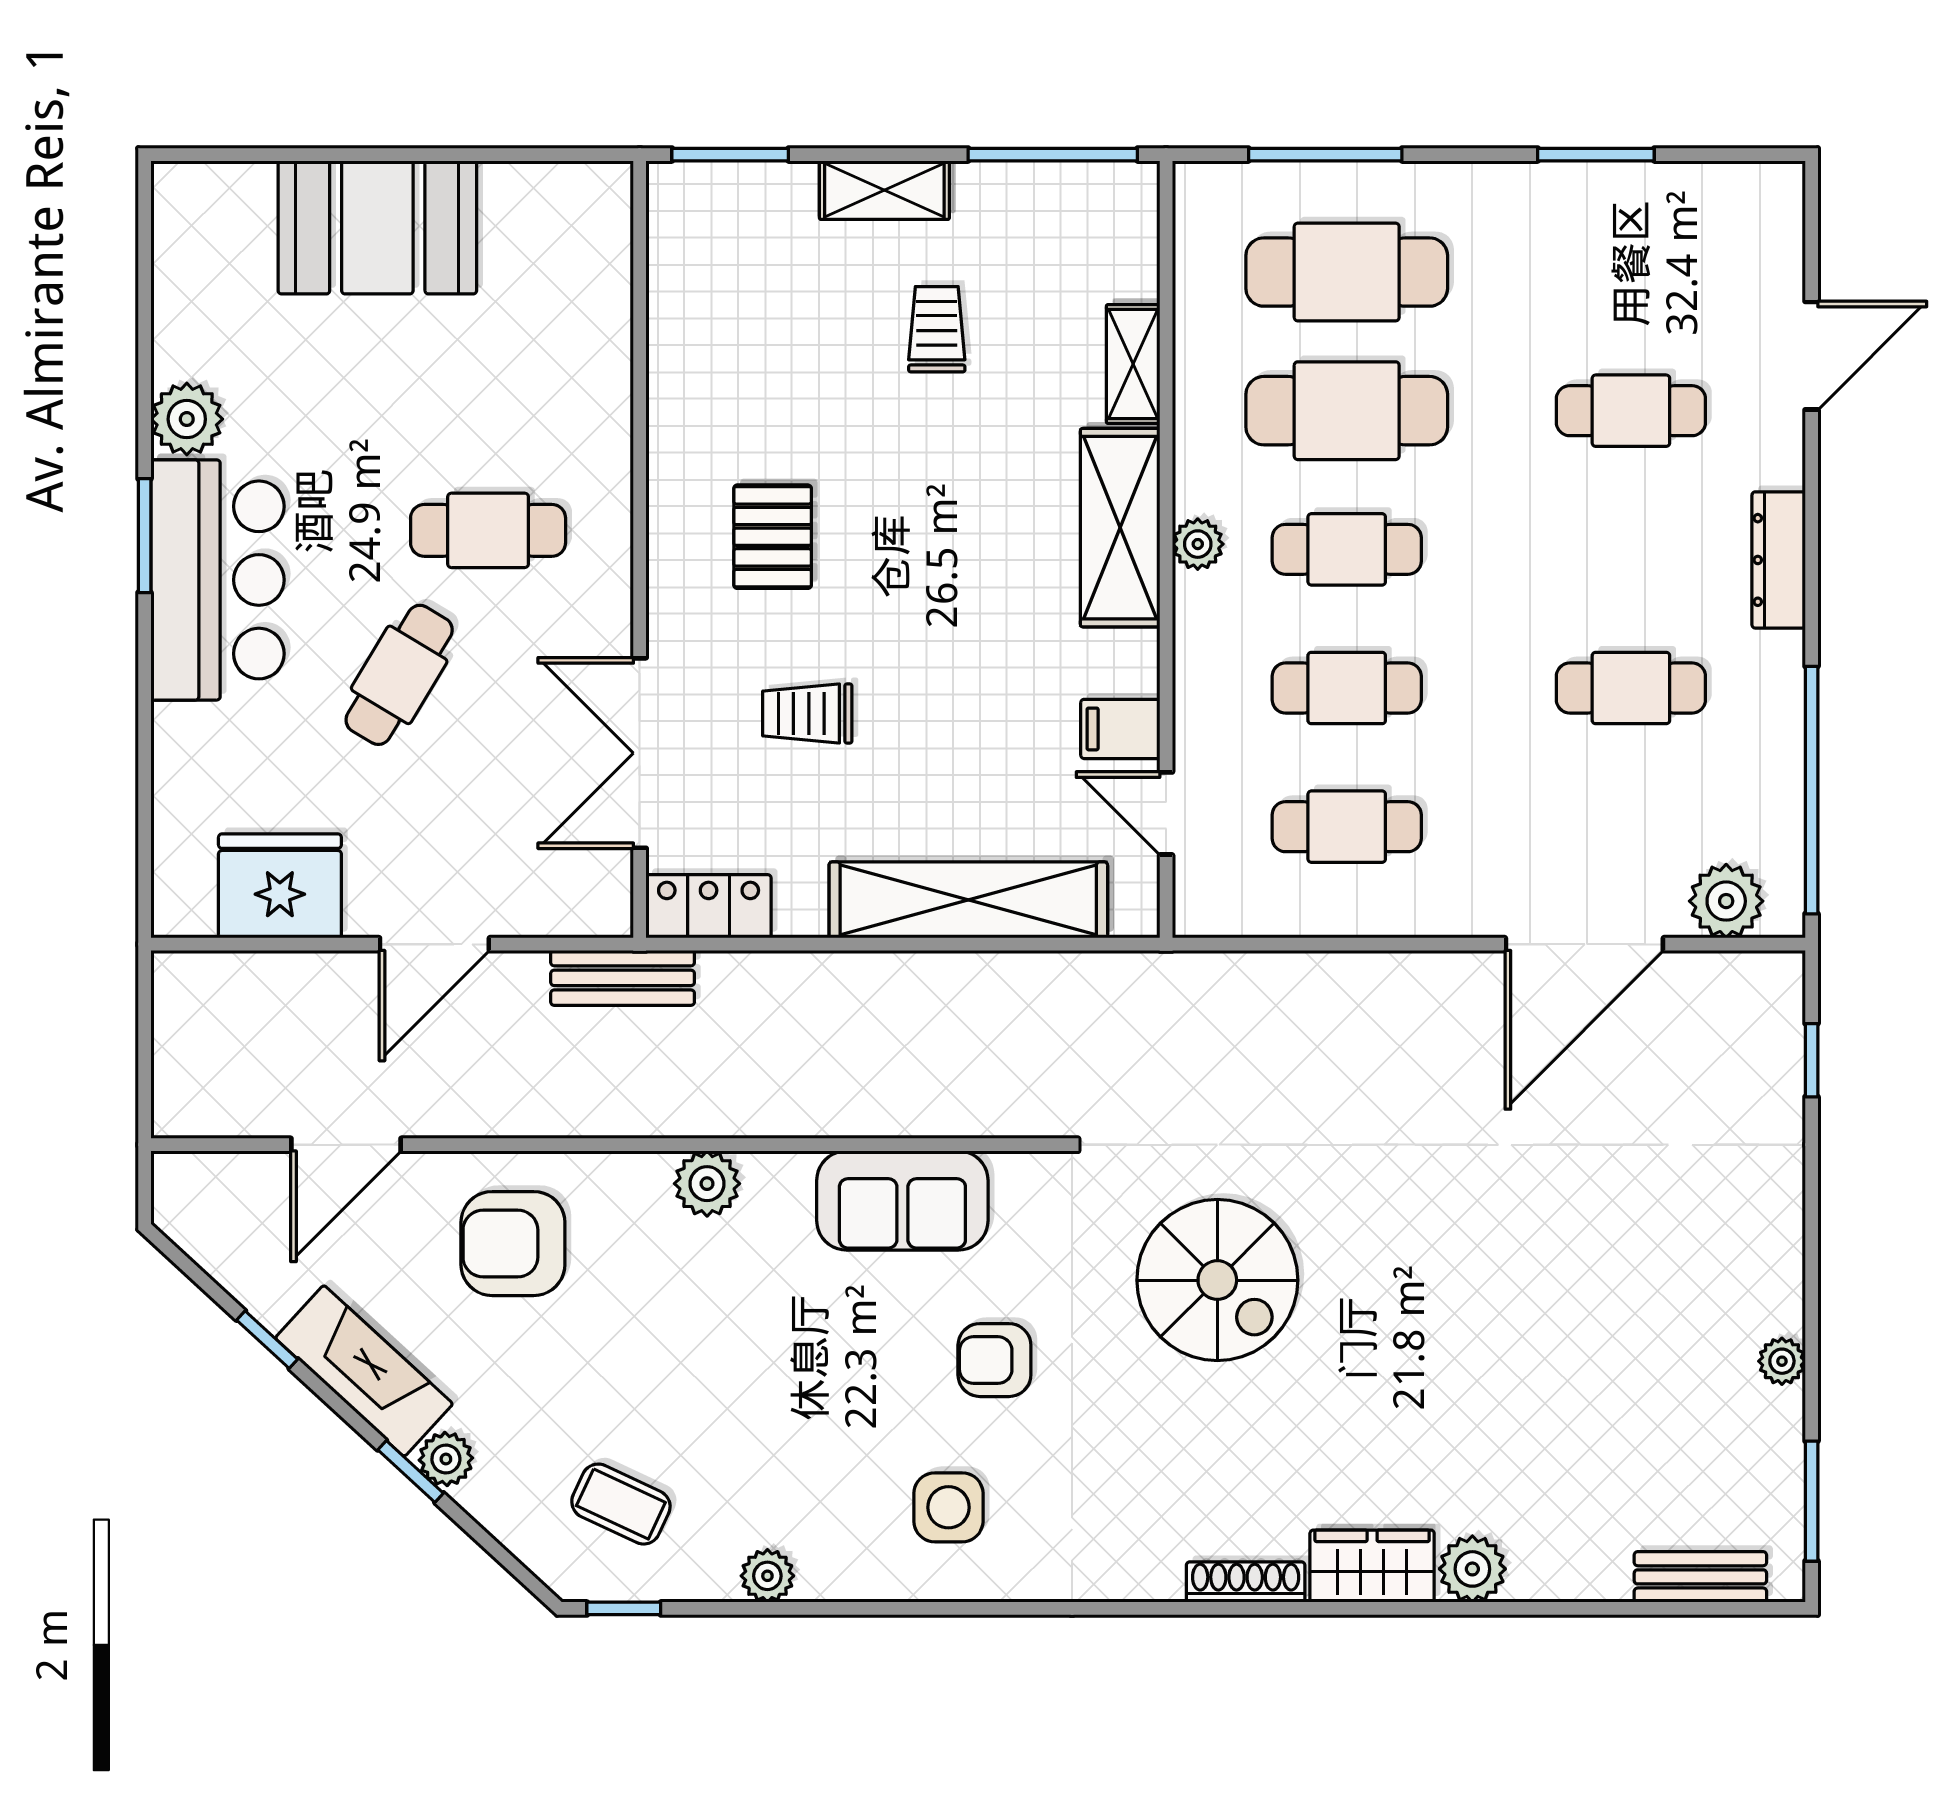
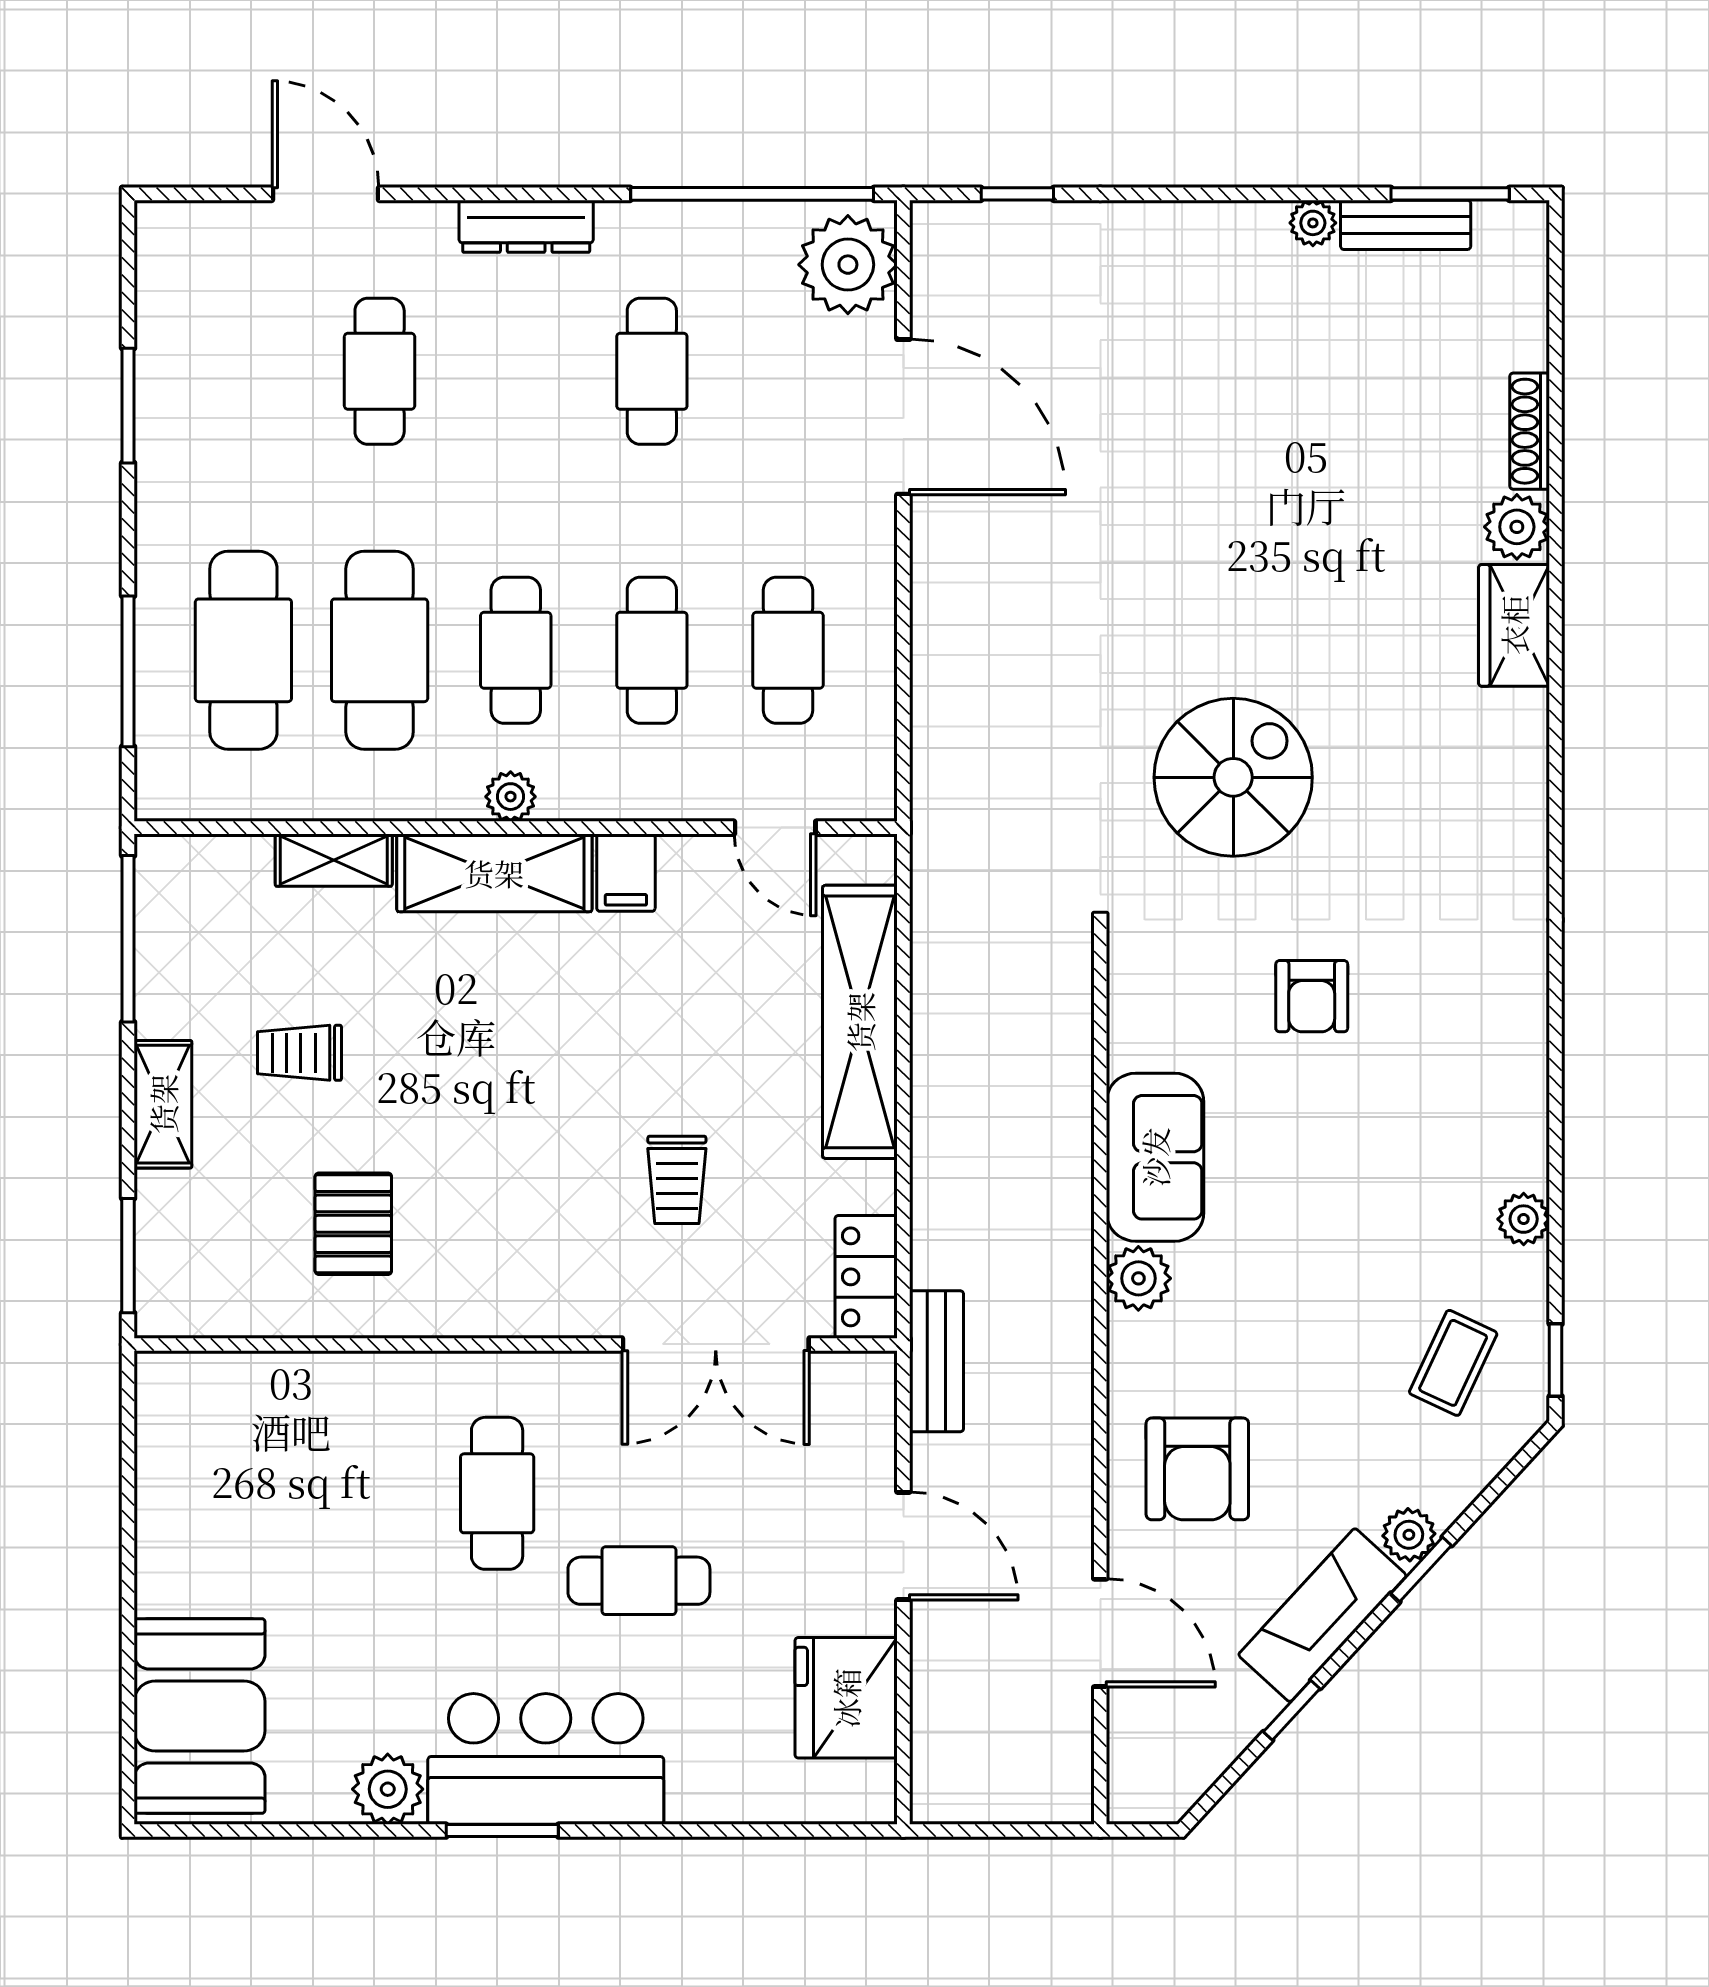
booth: (377, 227) -> (200, 1716), moved
pallet: (773, 537) -> (353, 1224), moved, turned 90
cafe table: (399, 675) -> (639, 1581), turned -31
filing cabinet: (1120, 729) -> (626, 873), moved
door: (1166, 813) -> (775, 828), hinge flipped
plant: (1726, 901) -> (848, 265), width x1.36, depth x1.36
sofa: (902, 1200) -> (1155, 1157), moved
side table: (948, 1507) -> (1456, 1041), removed
bench: (1700, 1577) -> (1406, 225), moved, turned 90
shoe rack: (1246, 1582) -> (1530, 431), moved

